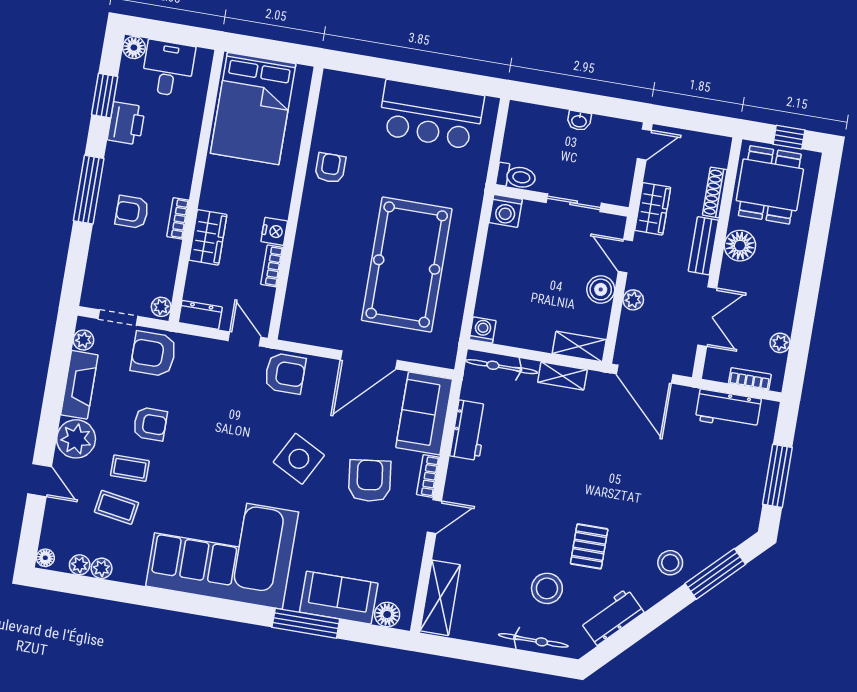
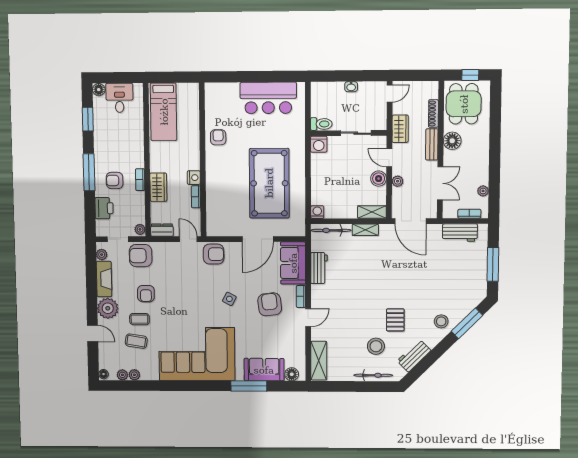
bed: (253, 109) -> (164, 112), width x0.67
printer: (126, 123) -> (104, 208), moved
armchair: (150, 424) -> (146, 294), turned 90
side table: (299, 459) -> (229, 299), width x0.54, depth x0.54

